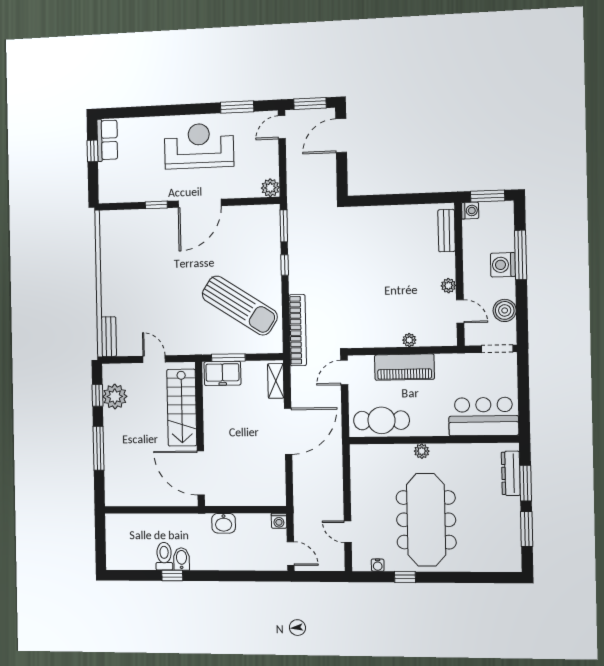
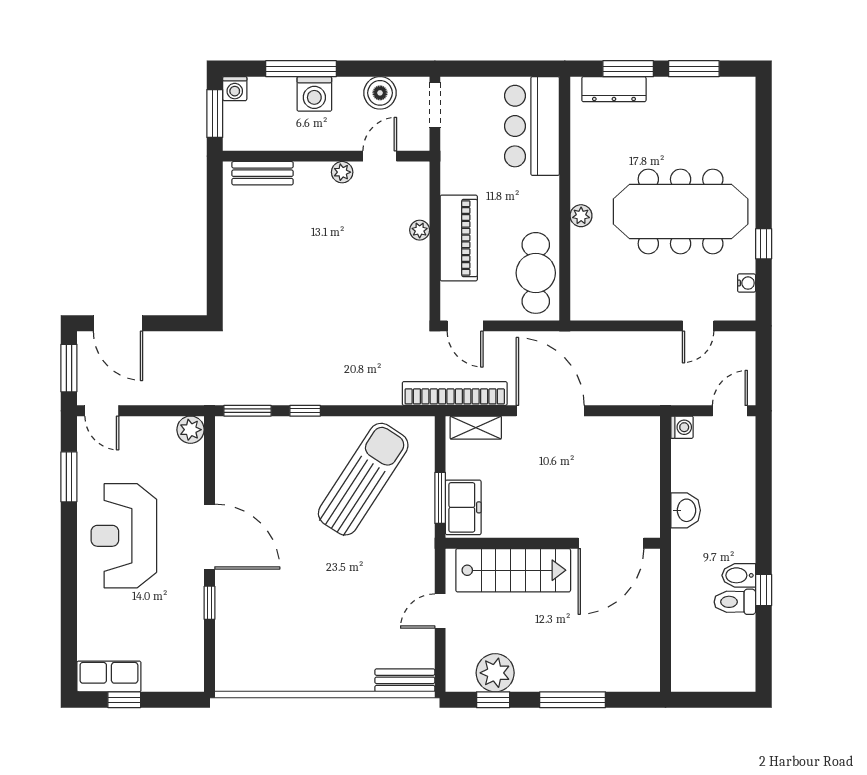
washing machine: (470, 211) -> (235, 89), moved, turned 180
bookcase: (298, 330) -> (455, 394), moved

